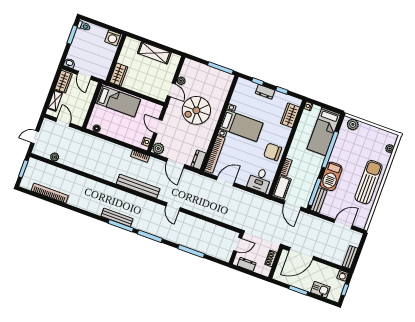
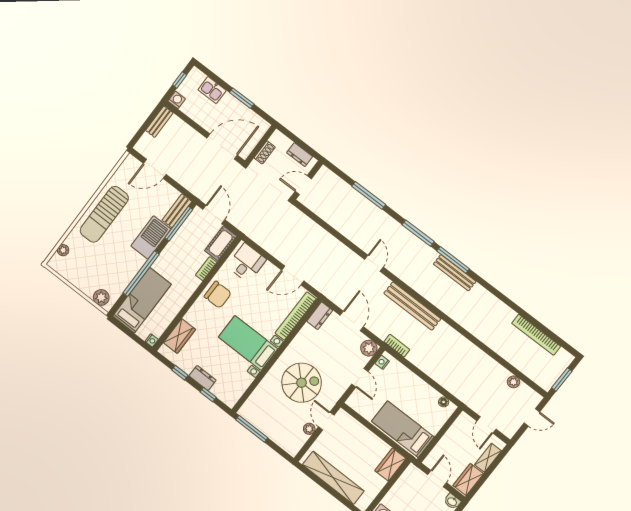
shelving: (154, 53) -> (333, 478), width x1.47

